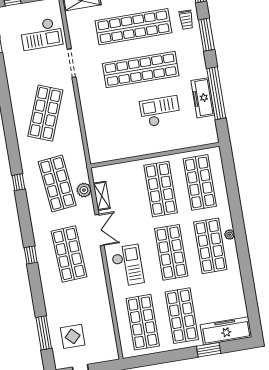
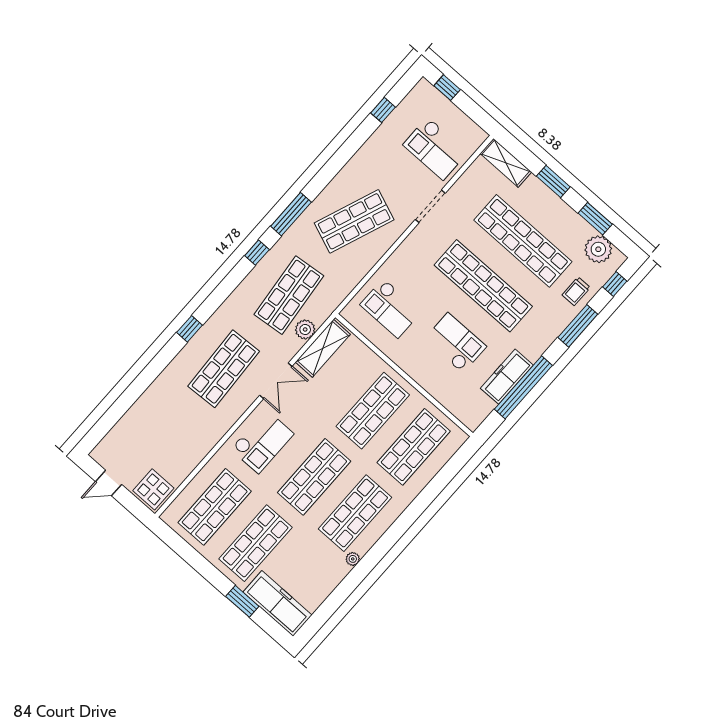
checkout: (111, 132) -> (391, 308), added
shelving: (102, 196) -> (323, 348), width x1.50, depth x1.33
plant: (230, 235) -> (353, 559), moved
window: (44, 333) -> (291, 214), moved
display table: (73, 336) -> (153, 489), moved

